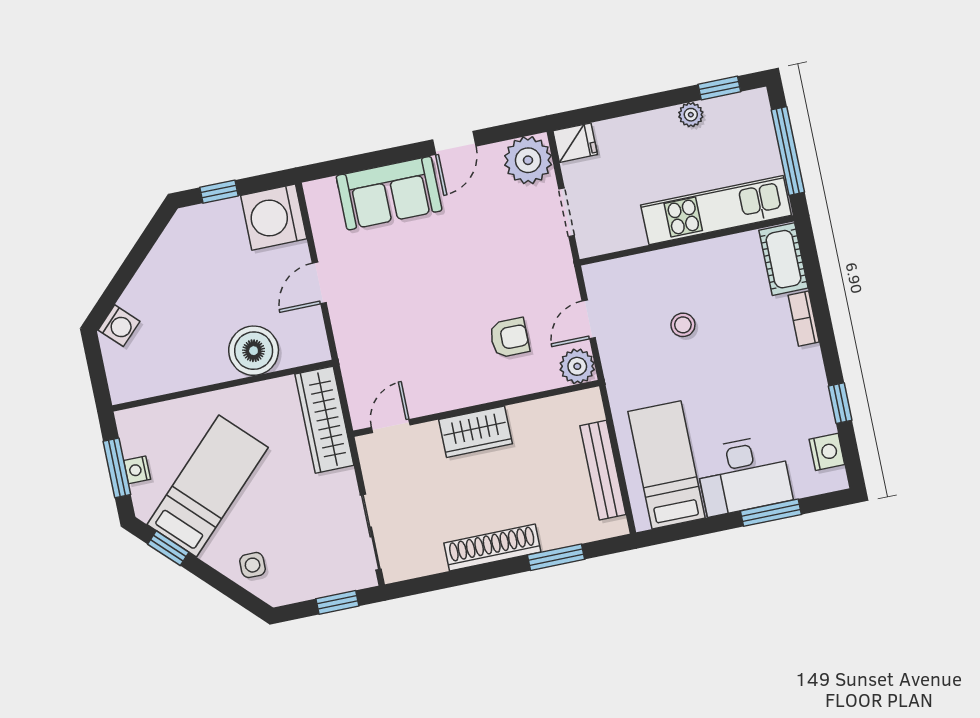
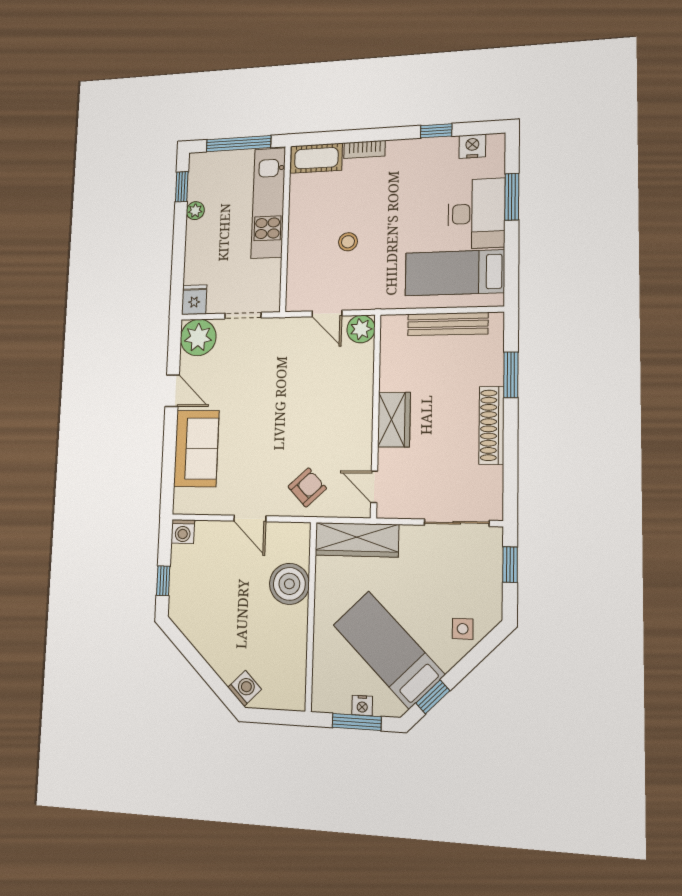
washing machine: (274, 217) -> (183, 532), width x0.53, depth x0.53
armchair: (509, 338) -> (307, 487), moved, turned 47

